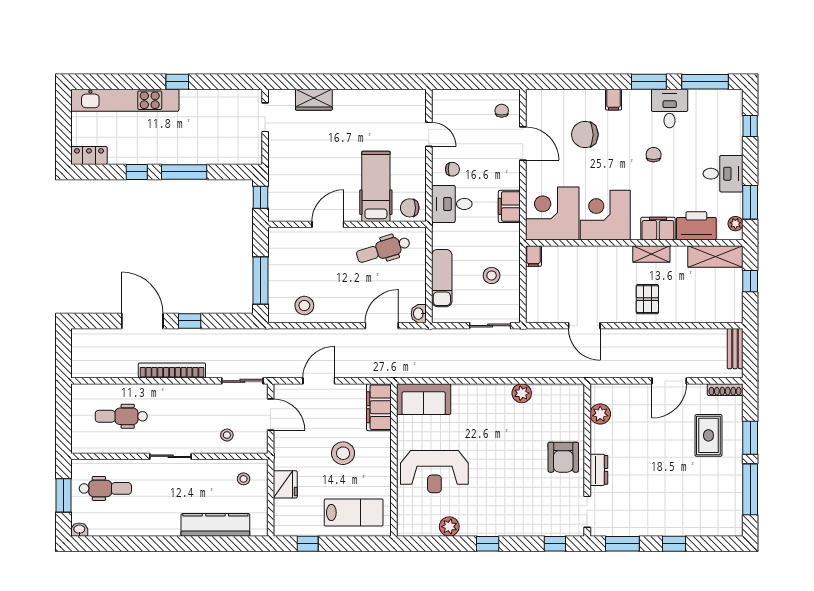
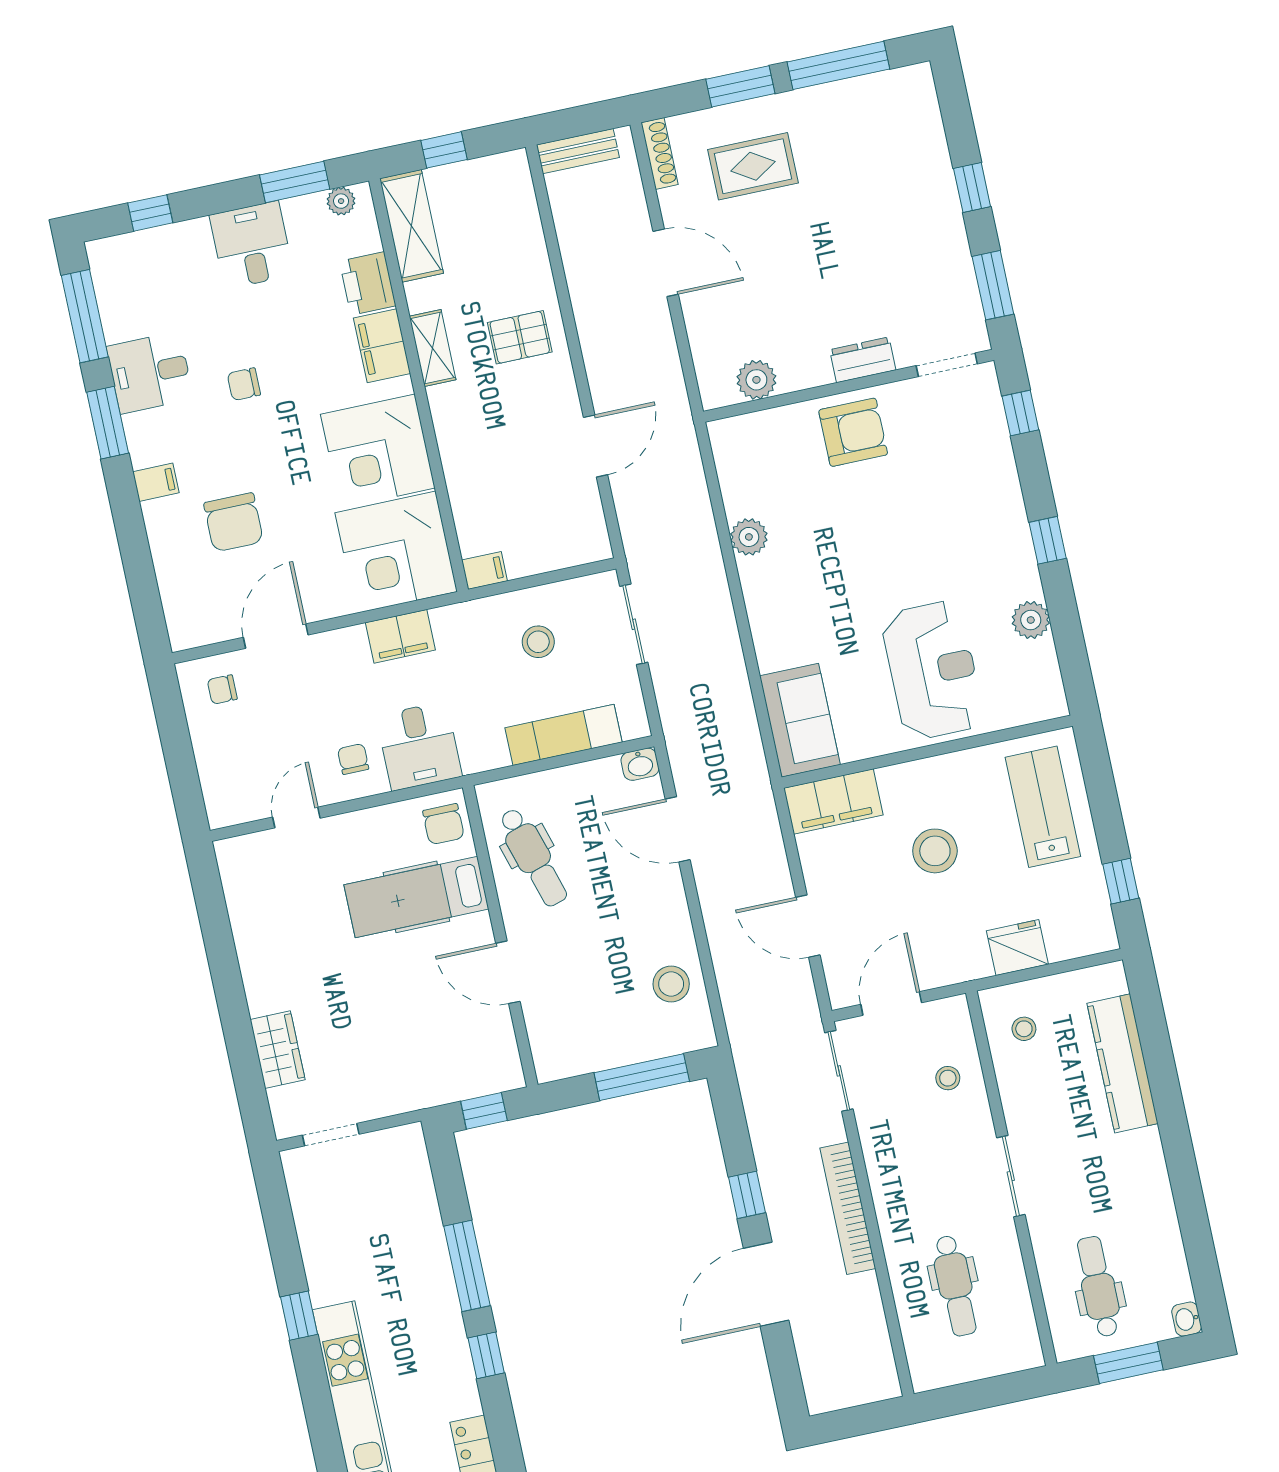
printer: (696, 226) -> (368, 283), width x0.73, depth x0.84

